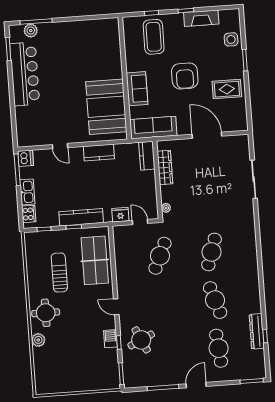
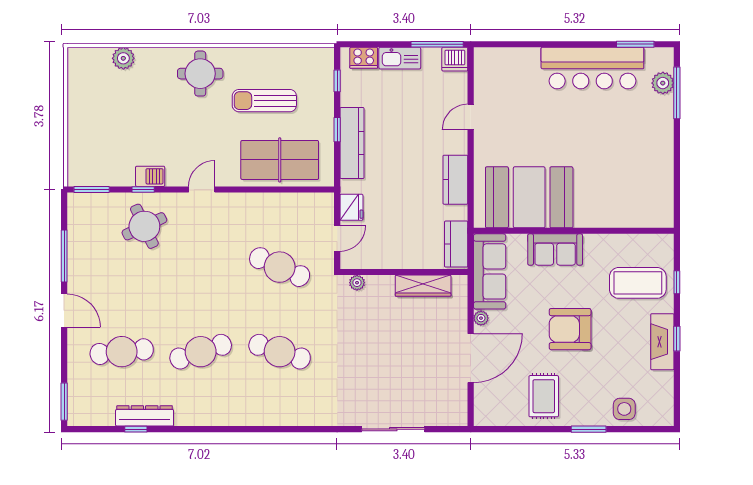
fireplace: (201, 18) -> (662, 342), moved
plant: (182, 131) -> (481, 318), added
kitchen counter: (147, 156) -> (456, 244), moved, turned -90
sun lounger: (59, 272) -> (264, 101), turned 180
plant: (38, 340) -> (123, 58), moved

